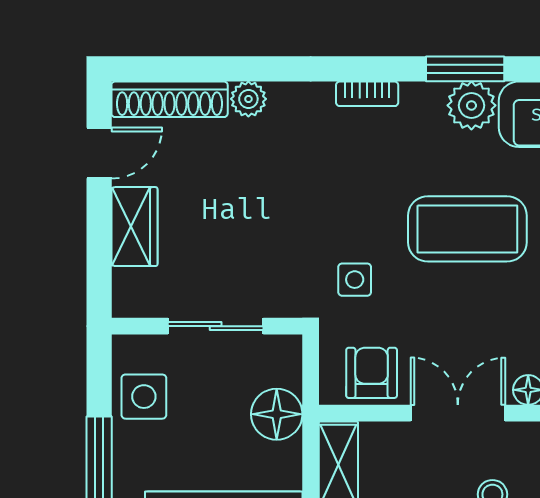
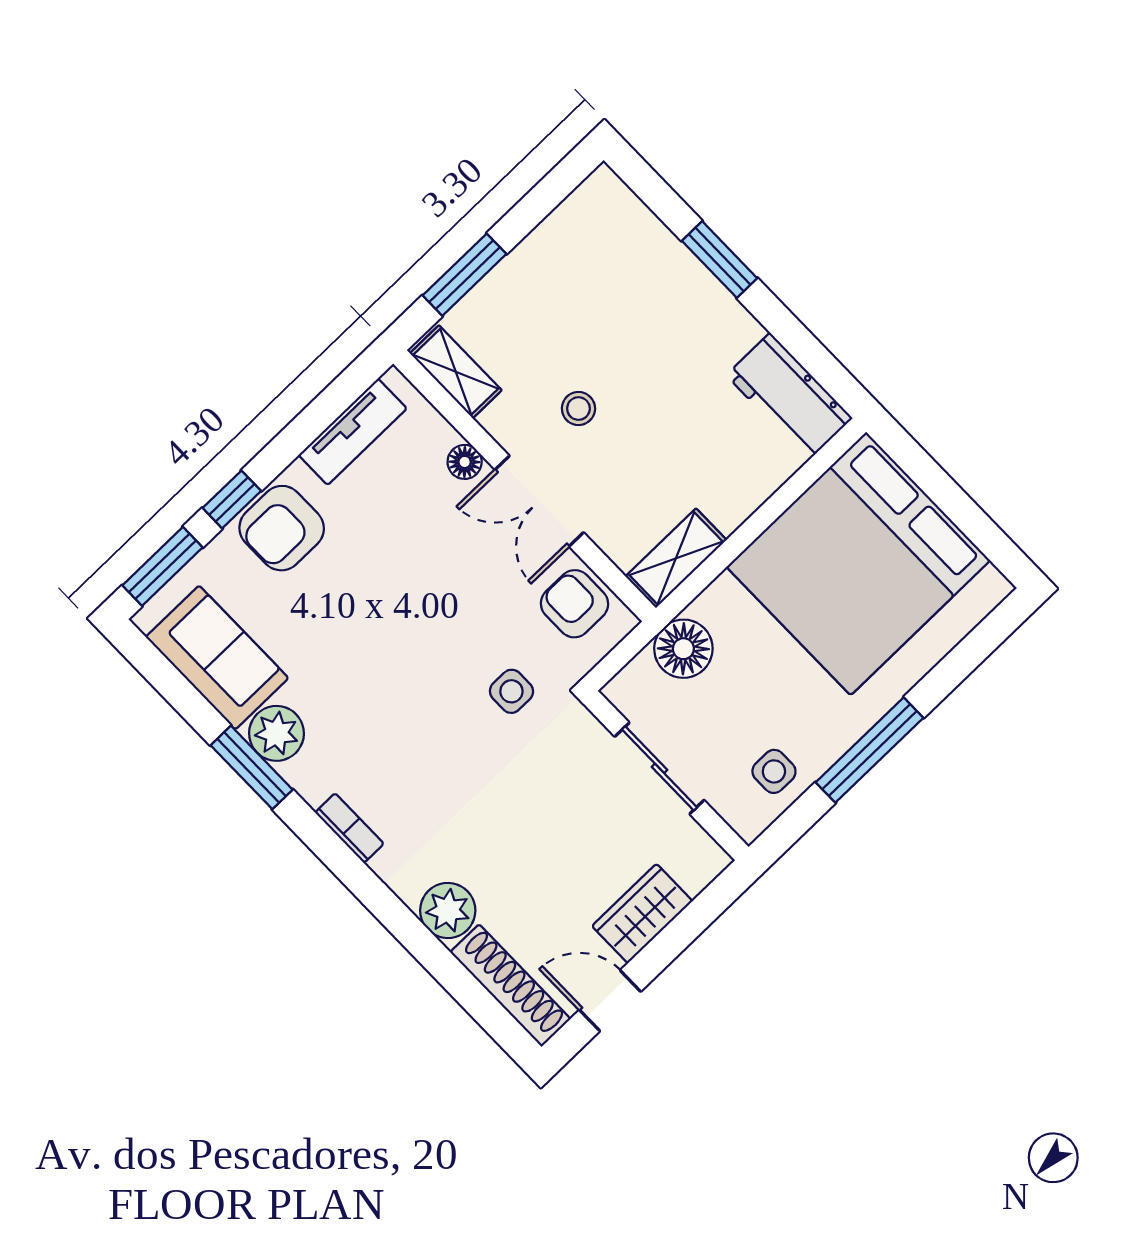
plant: (248, 99) -> (448, 910), width x1.38, depth x1.38
coffee table: (467, 229) -> (381, 639), removed
armchair: (372, 373) -> (574, 604), turned 90
side table: (144, 397) -> (774, 771), width x0.73, depth x0.73

